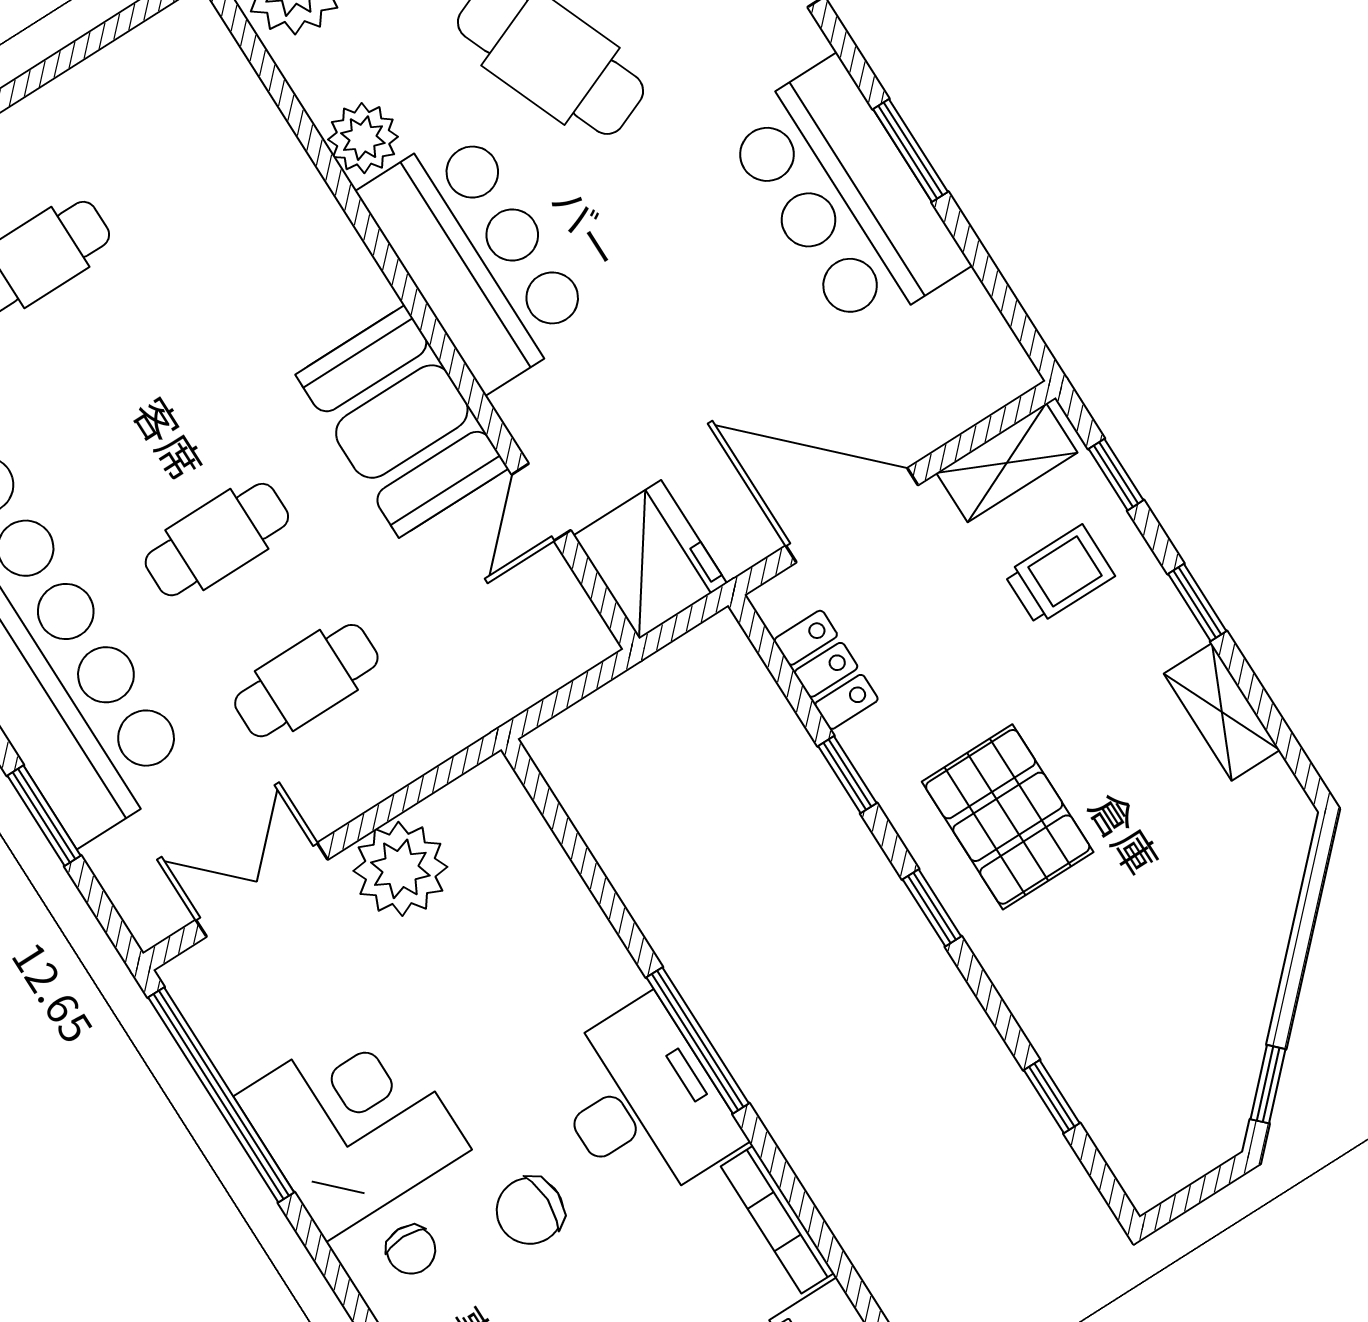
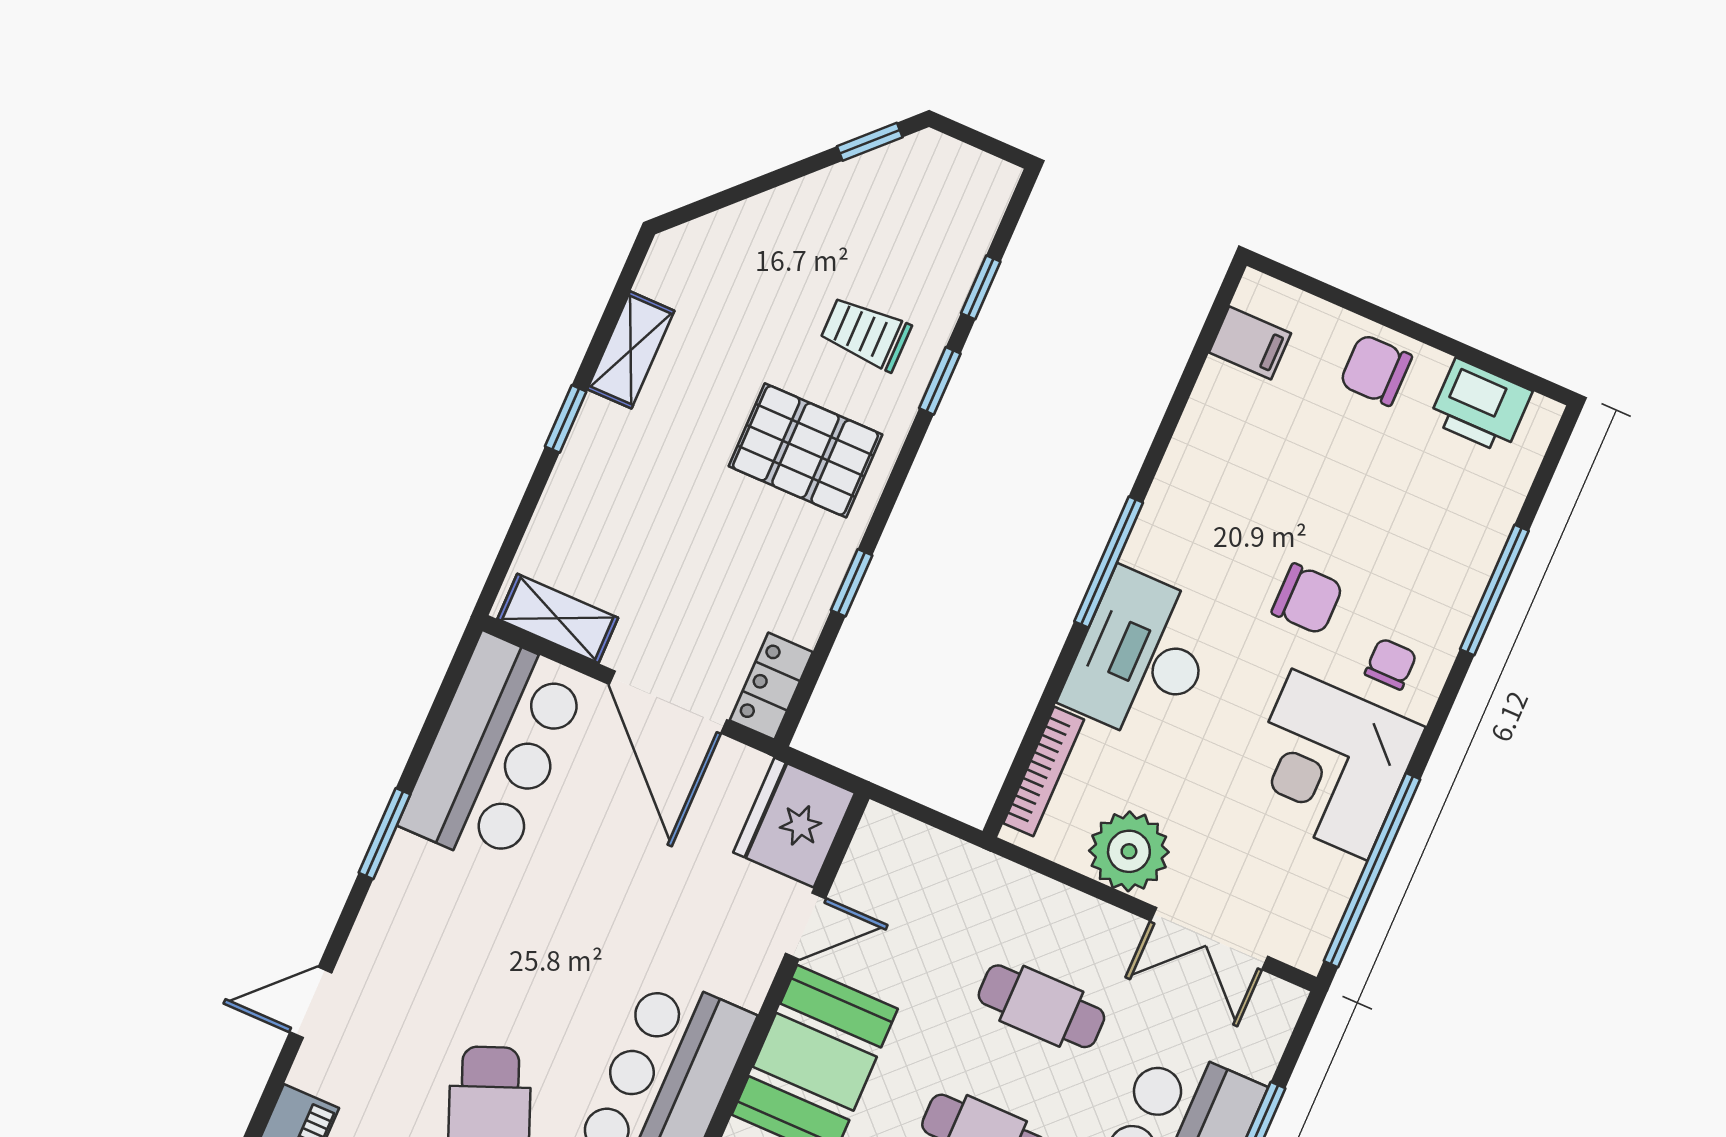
bar counter: (845, 197) -> (494, 751), moved
window: (1116, 475) -> (514, 536), removed
trolley: (1059, 575) -> (866, 334), moved
locker: (826, 670) -> (771, 686), moved
pallet: (1008, 817) -> (805, 450), turned 90
window: (932, 908) -> (940, 381), moved
desk: (642, 1103) -> (1141, 657), moved
bookcase: (777, 1220) -> (1044, 771), moved

